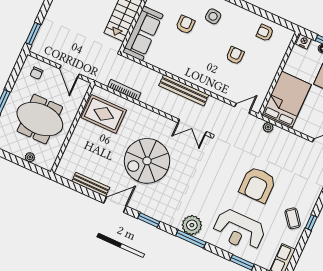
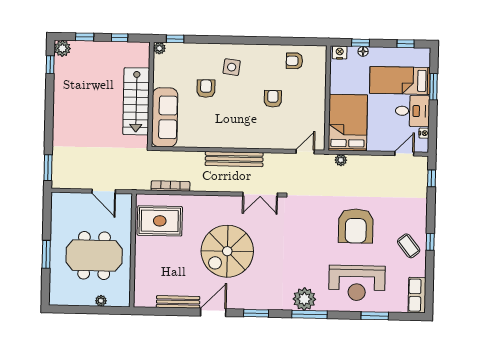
chair: (36, 73) -> (69, 208), removed

